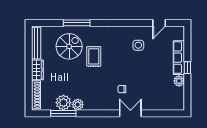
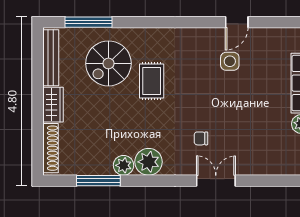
window: (77, 23) -> (88, 22), moved
door: (159, 23) -> (237, 22), moved
spiral stairs: (69, 46) -> (108, 63), turned 180
plant: (63, 103) -> (149, 162), moved

